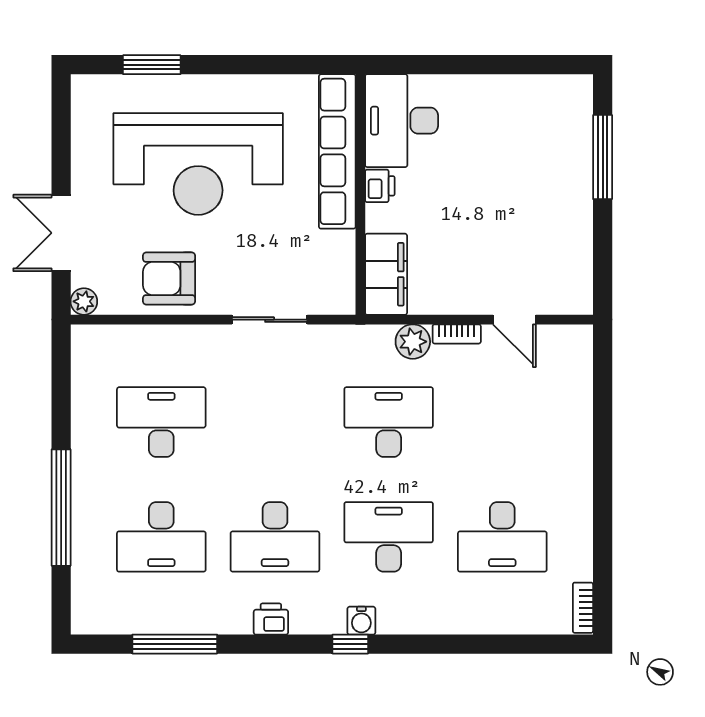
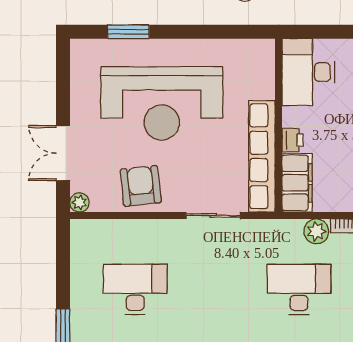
row of seats: (337, 151) -> (262, 156), moved
printer: (380, 186) -> (293, 140), moved
armchair: (169, 279) -> (141, 186), turned 84

